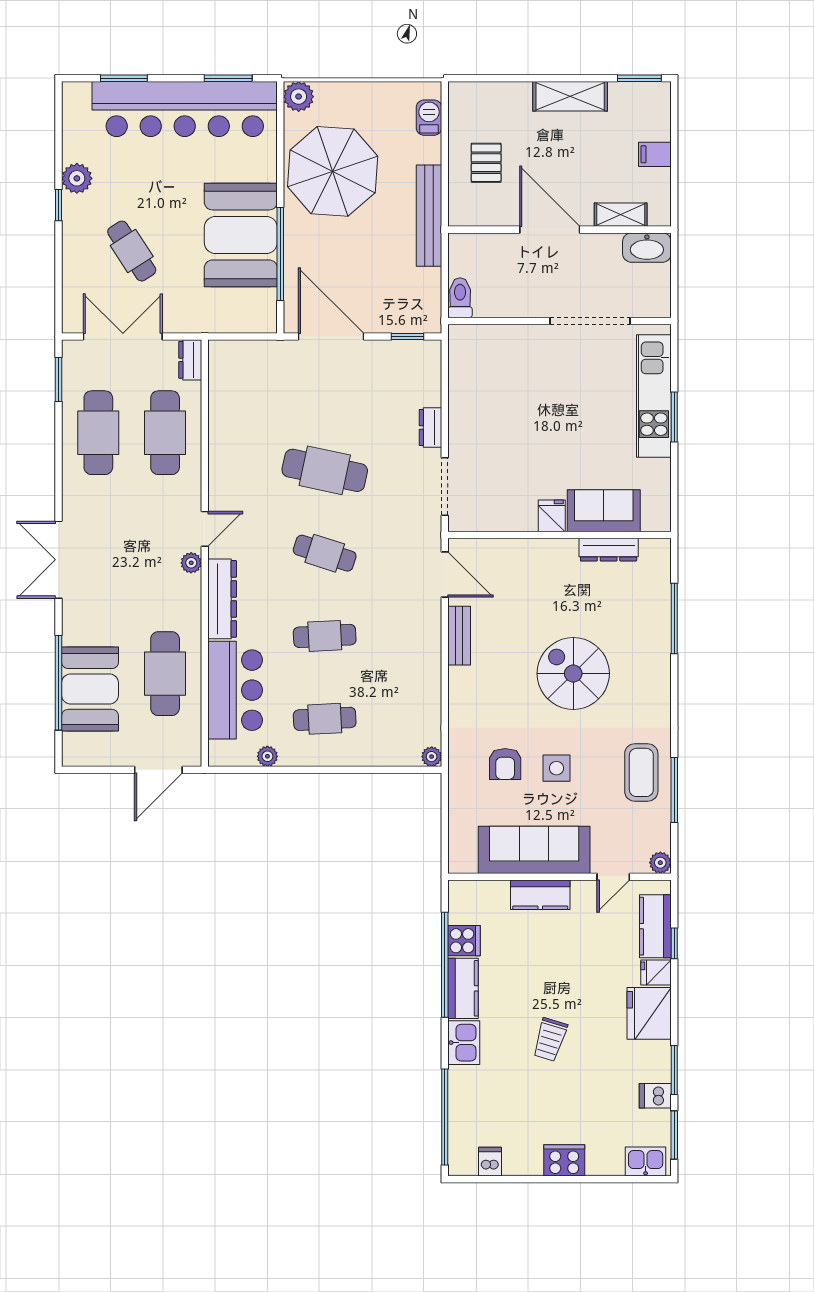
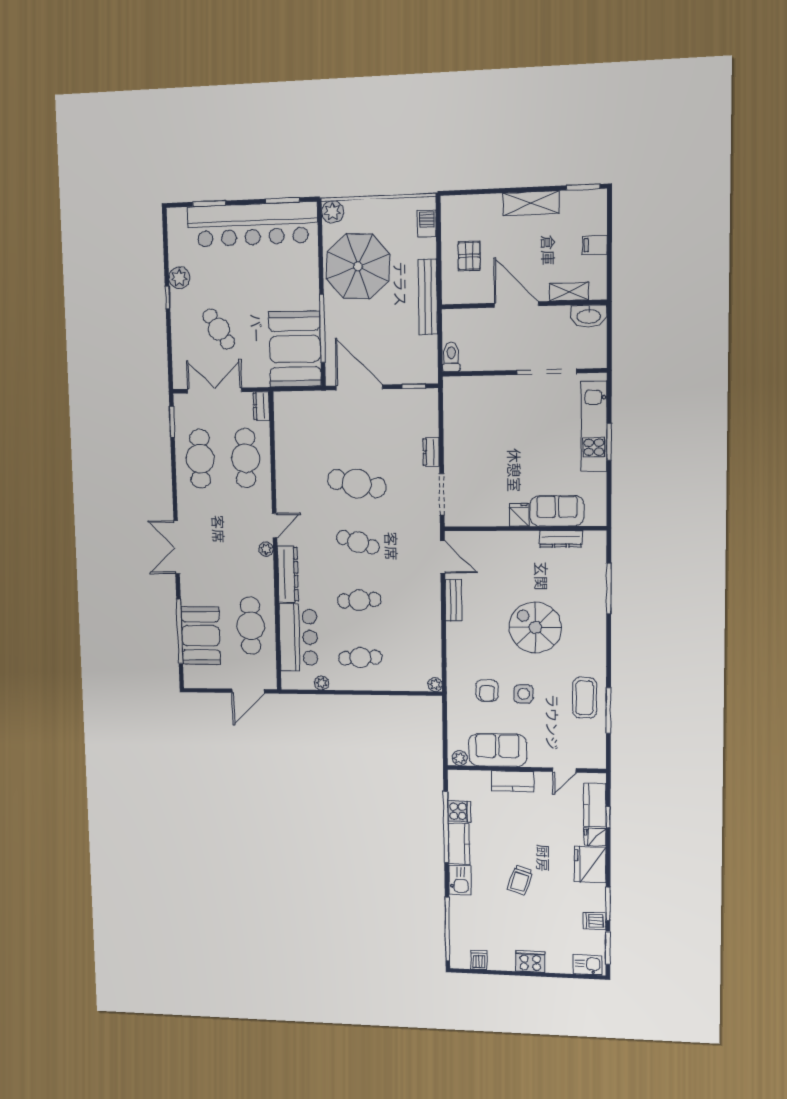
booth: (241, 235) -> (295, 349), moved
sofa: (534, 850) -> (498, 750), width x0.73
plant: (660, 863) -> (460, 758), moved

